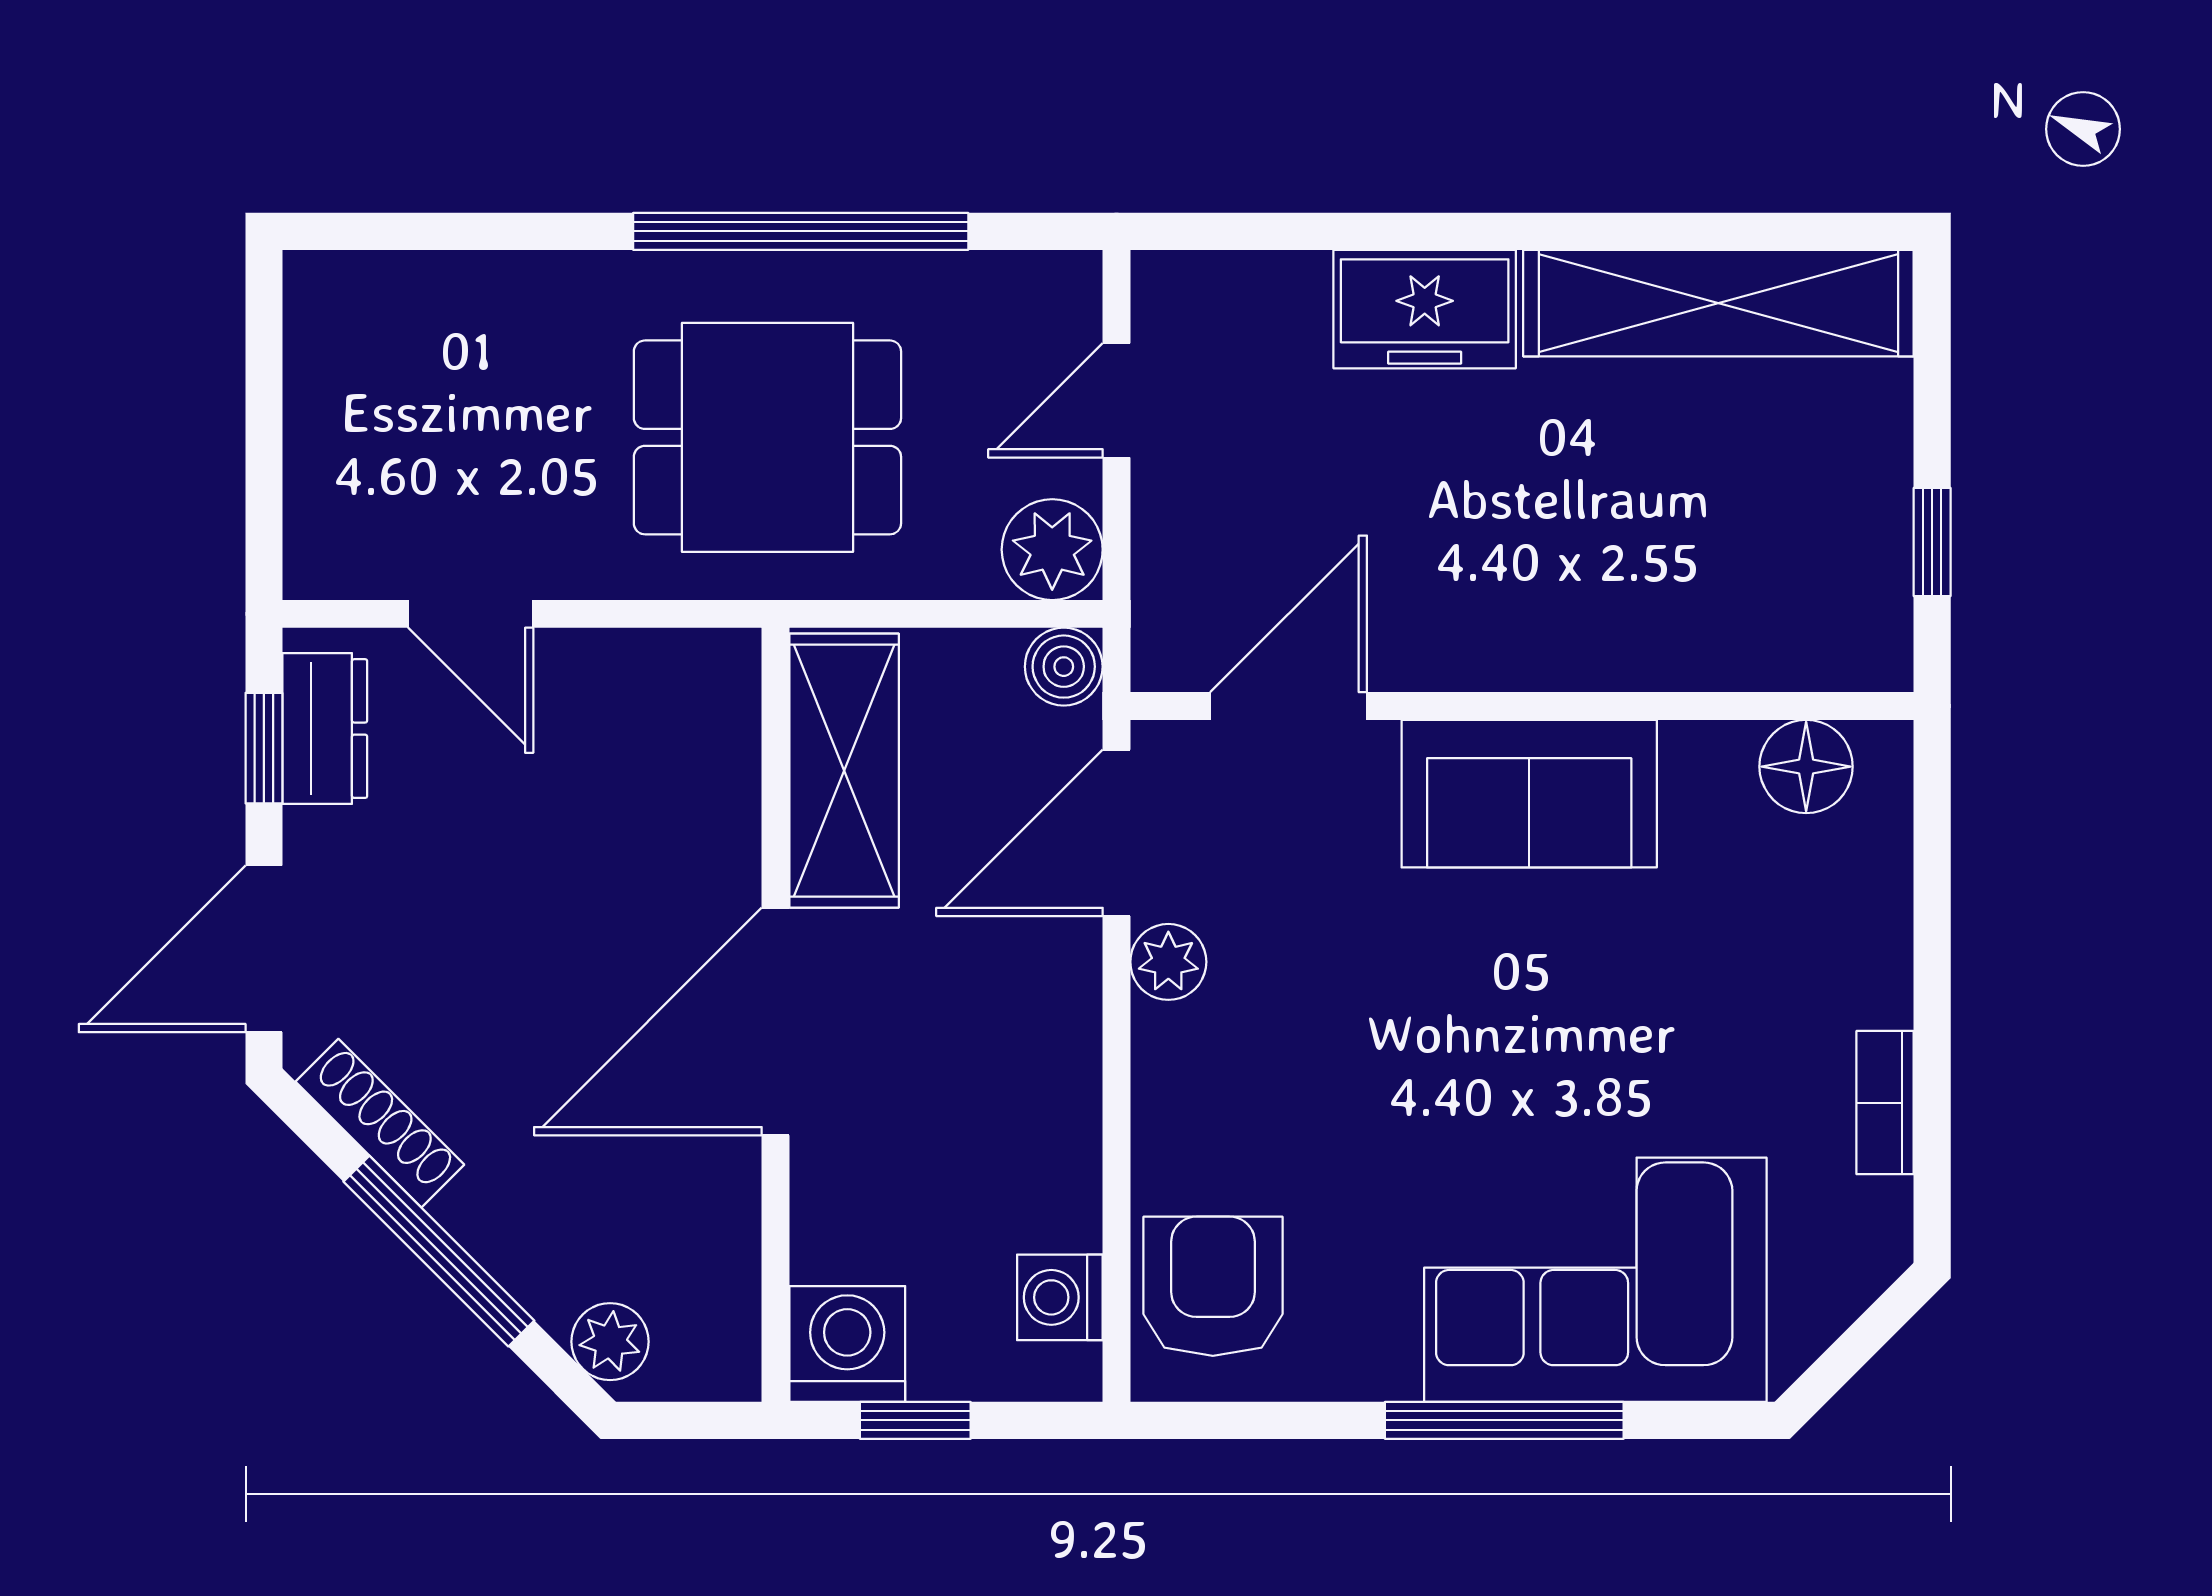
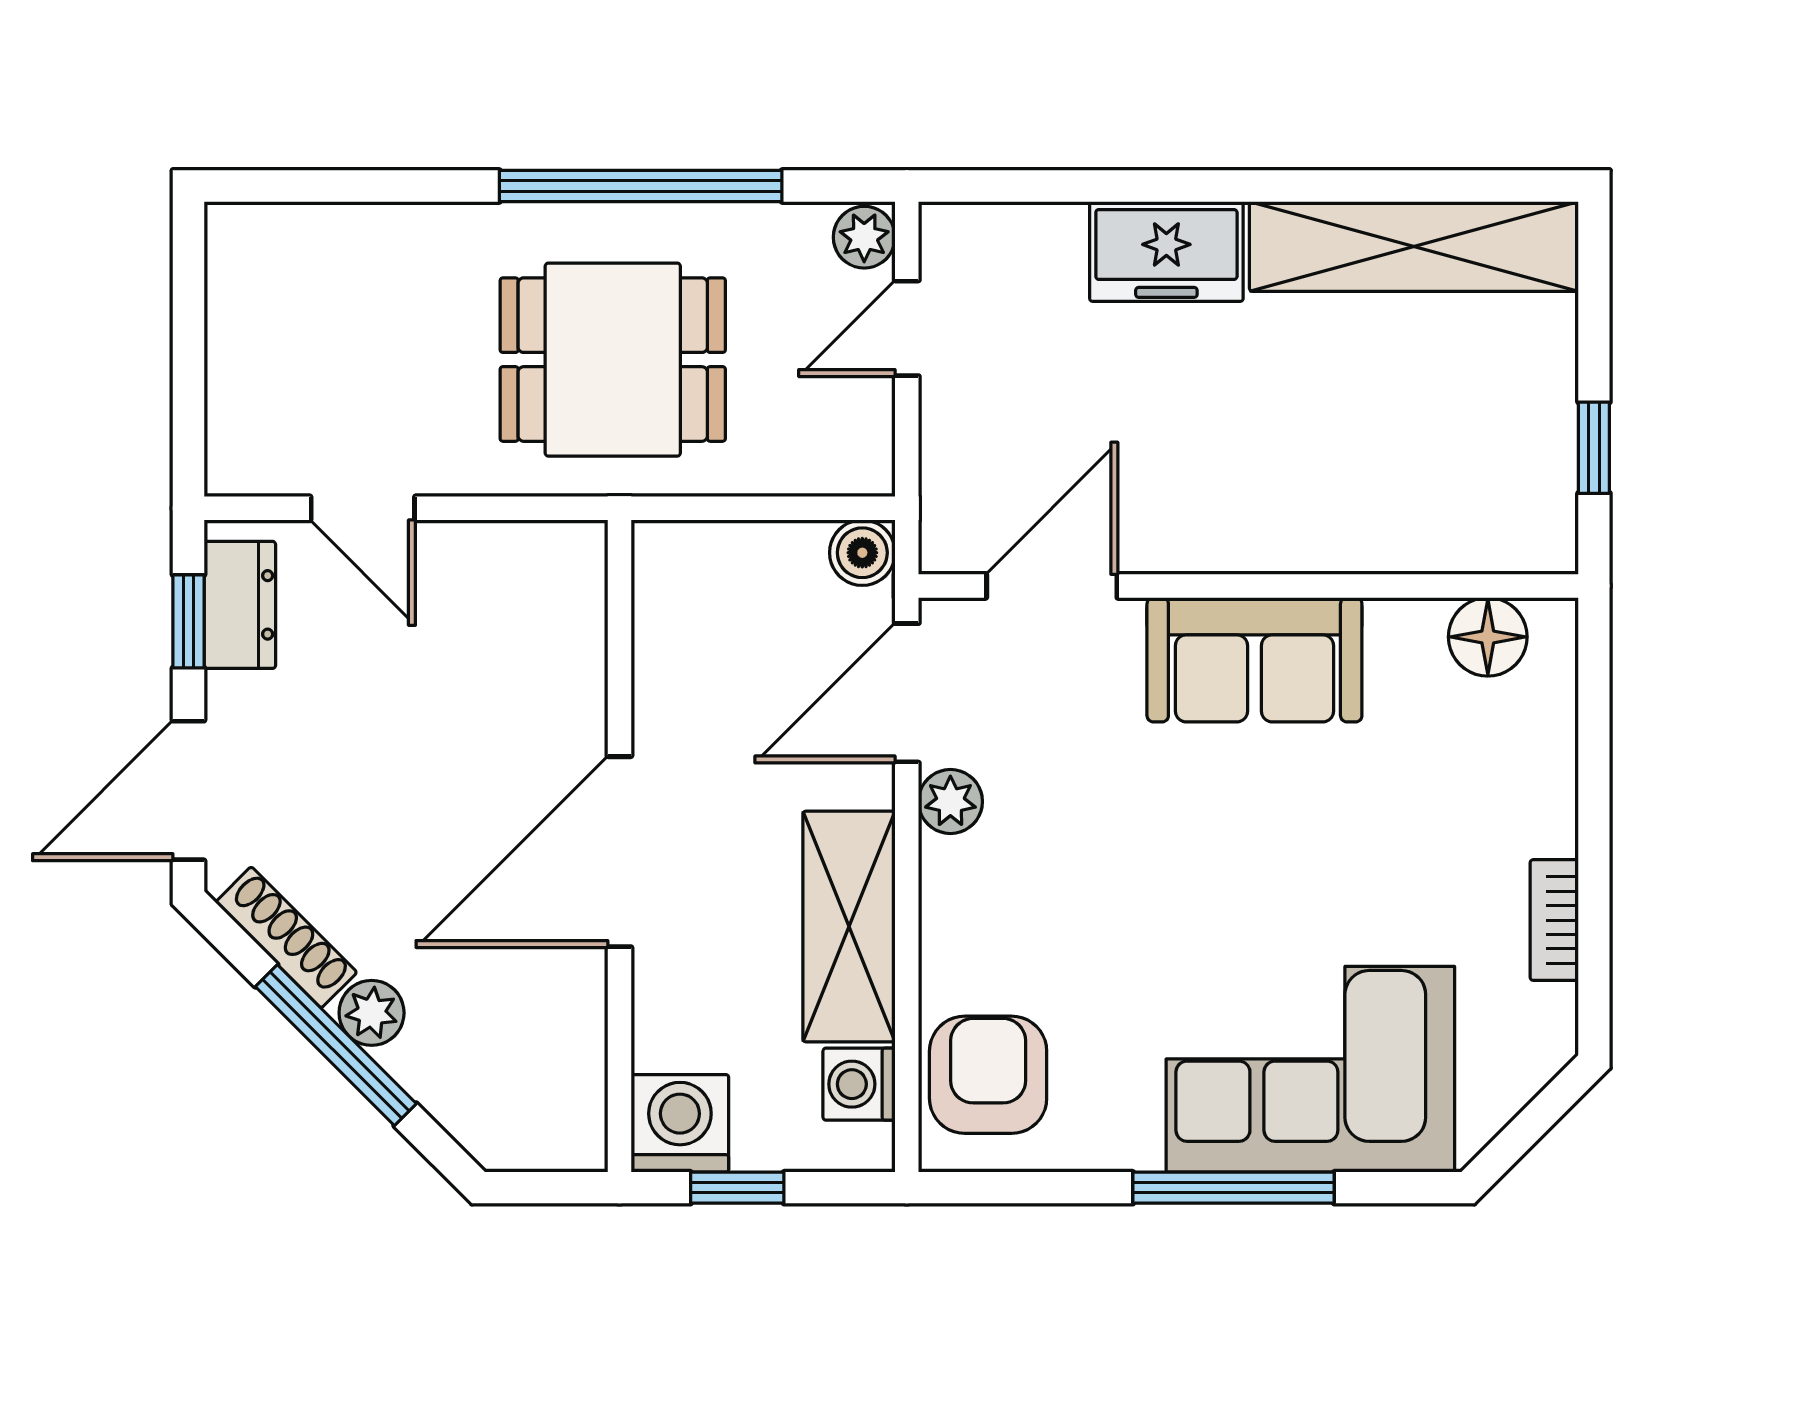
plant: (1052, 550) -> (864, 237), moved, width x0.73, depth x0.73
shelving: (844, 771) -> (849, 927), moved
plant: (610, 1342) -> (372, 1013), moved

